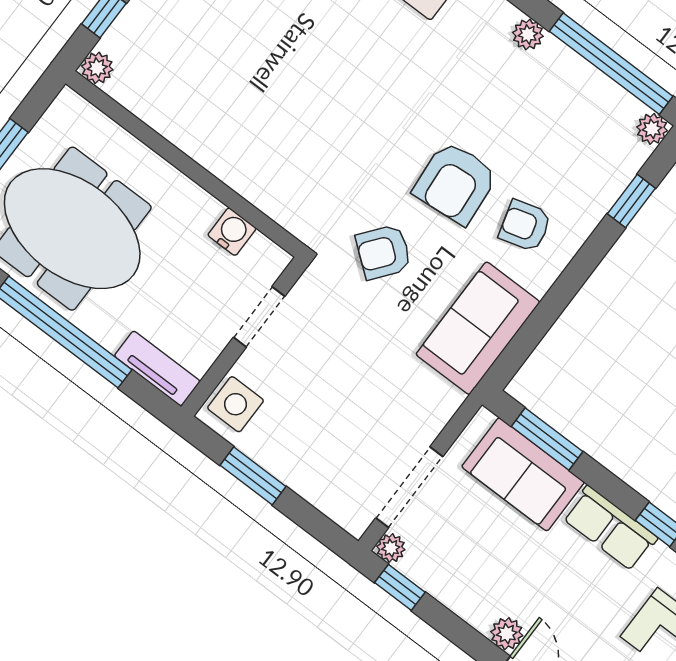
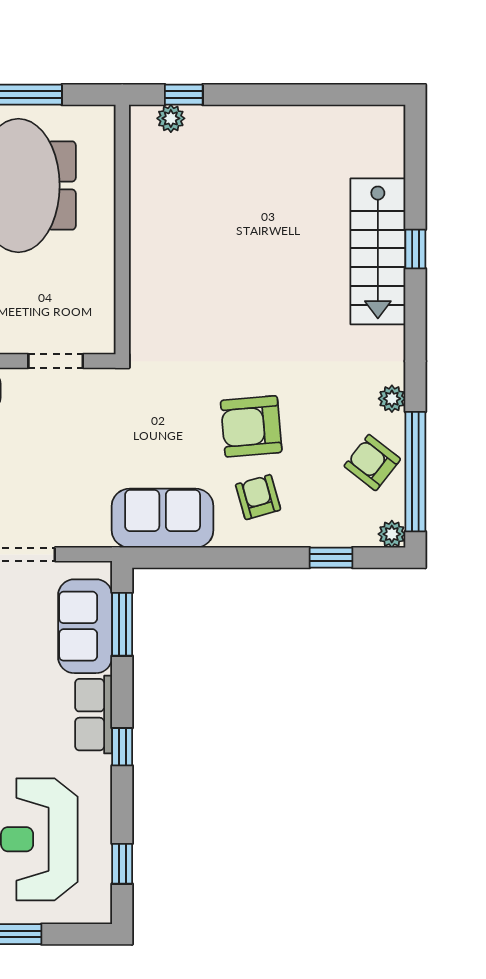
plant: (97, 68) -> (171, 118), moved
water cooler: (232, 232) -> (100, 298), removed
armchair: (383, 252) -> (372, 463), moved

